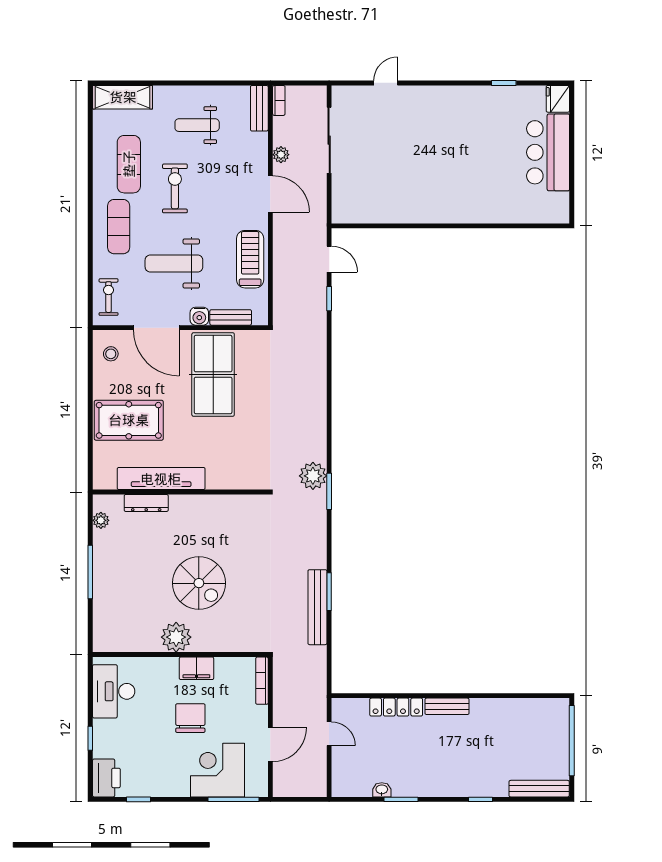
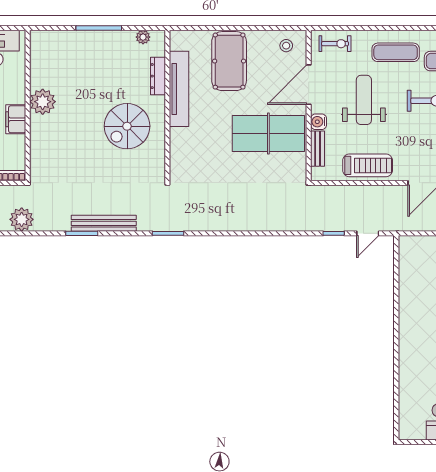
plant: (313, 476) -> (22, 219), moved
spiral stairs: (199, 583) -> (127, 126), moved
bench: (317, 607) -> (104, 223), moved

